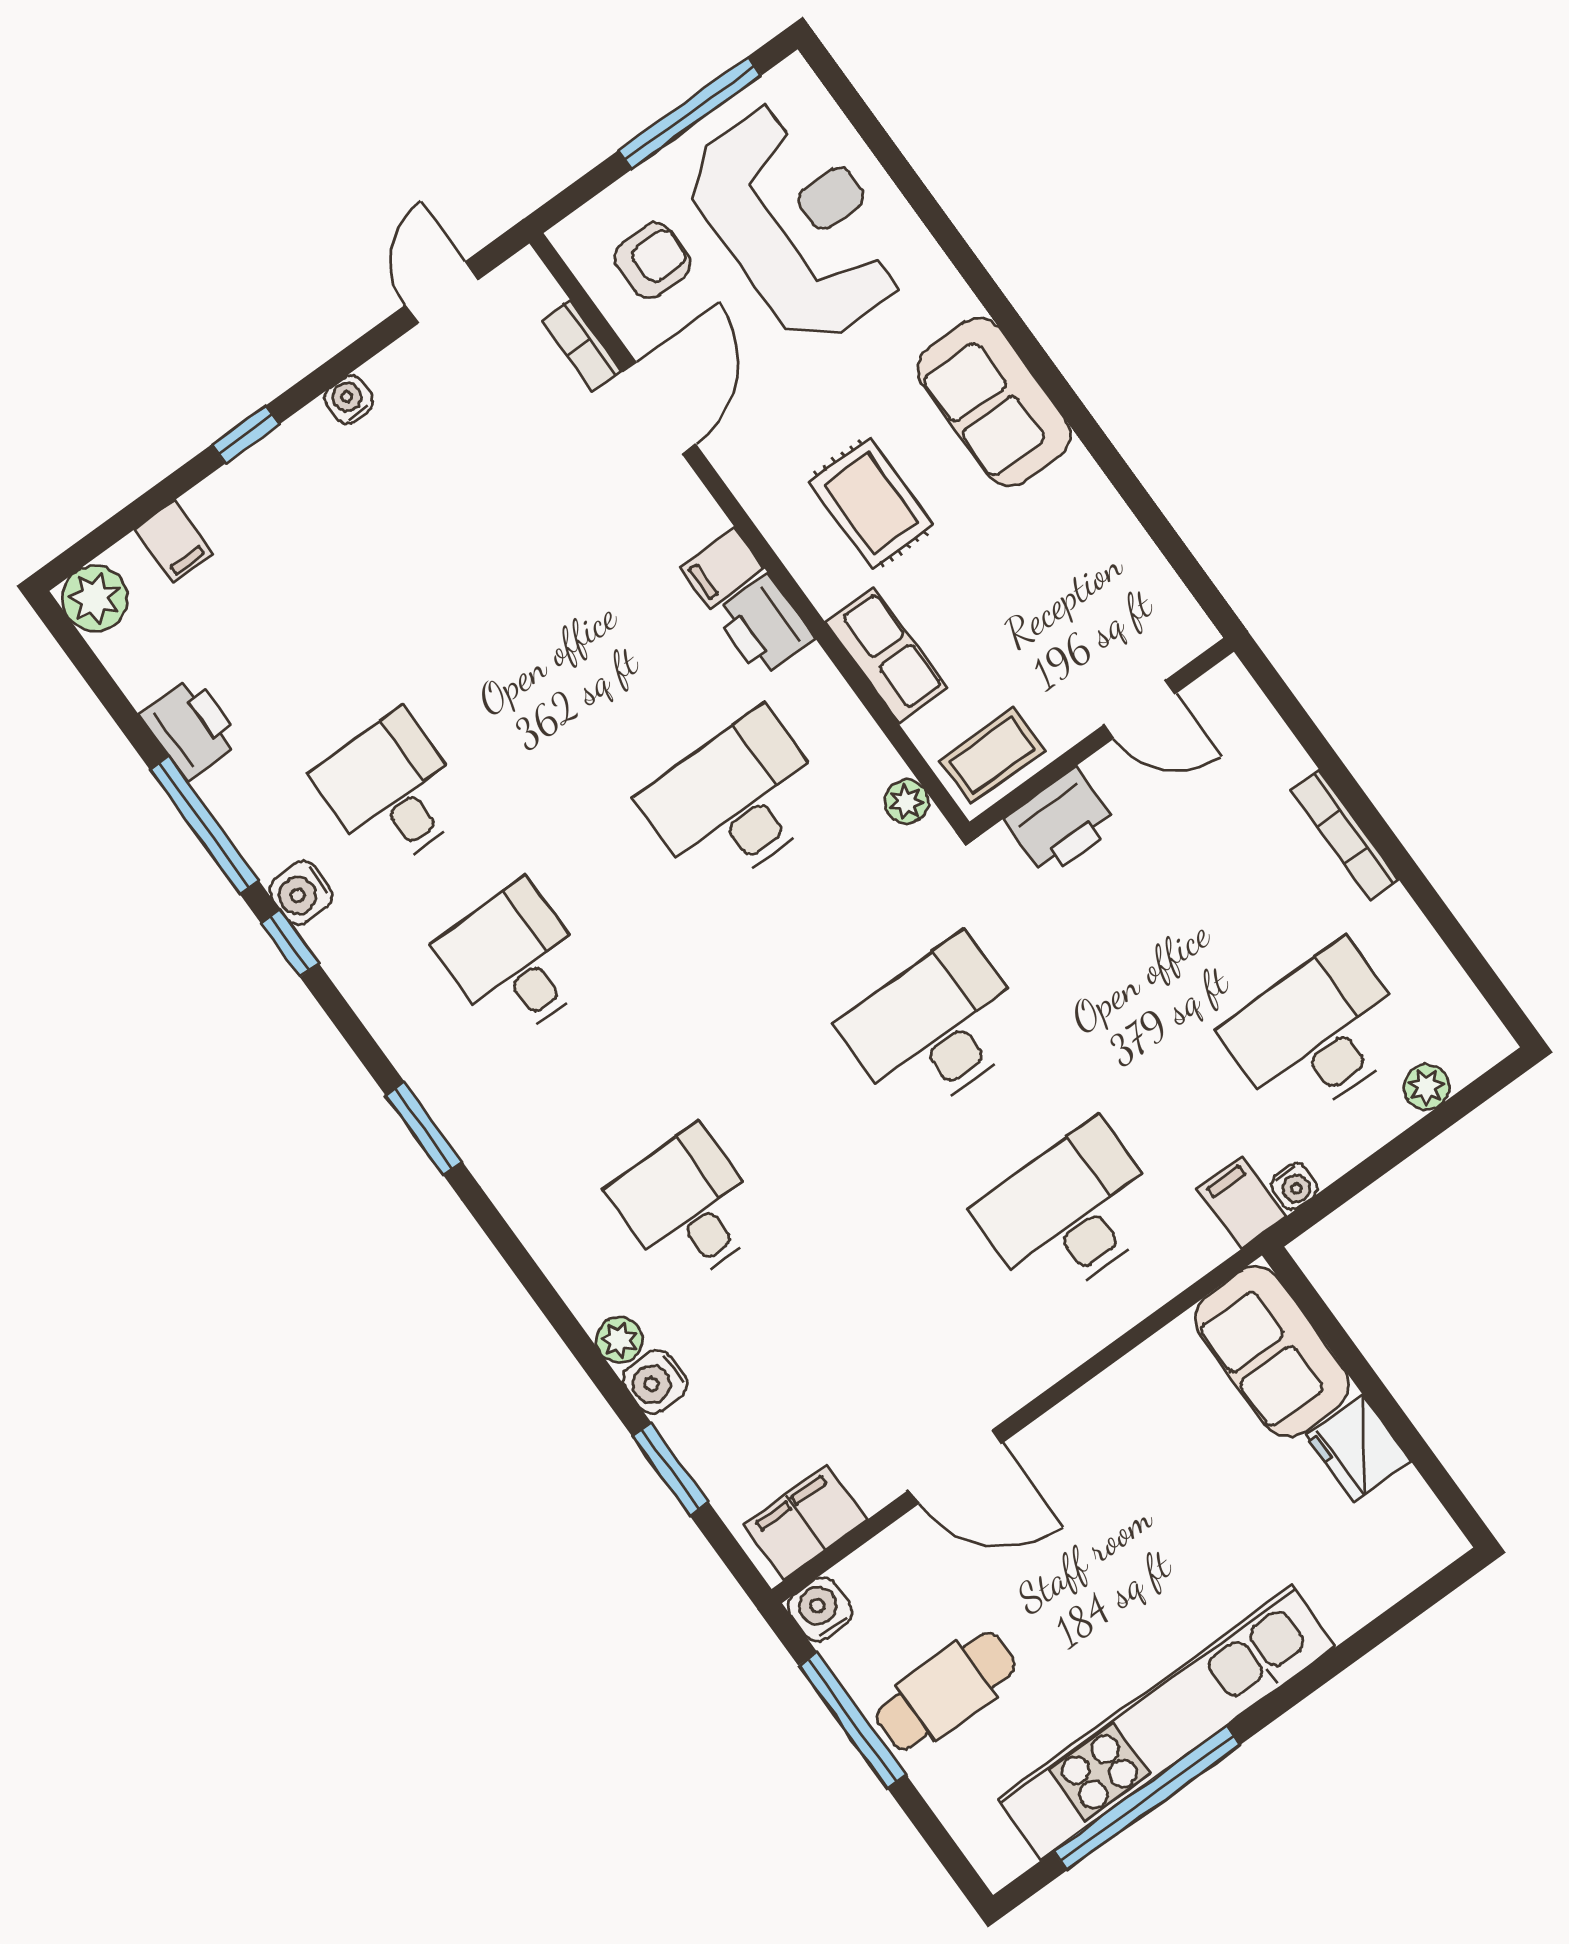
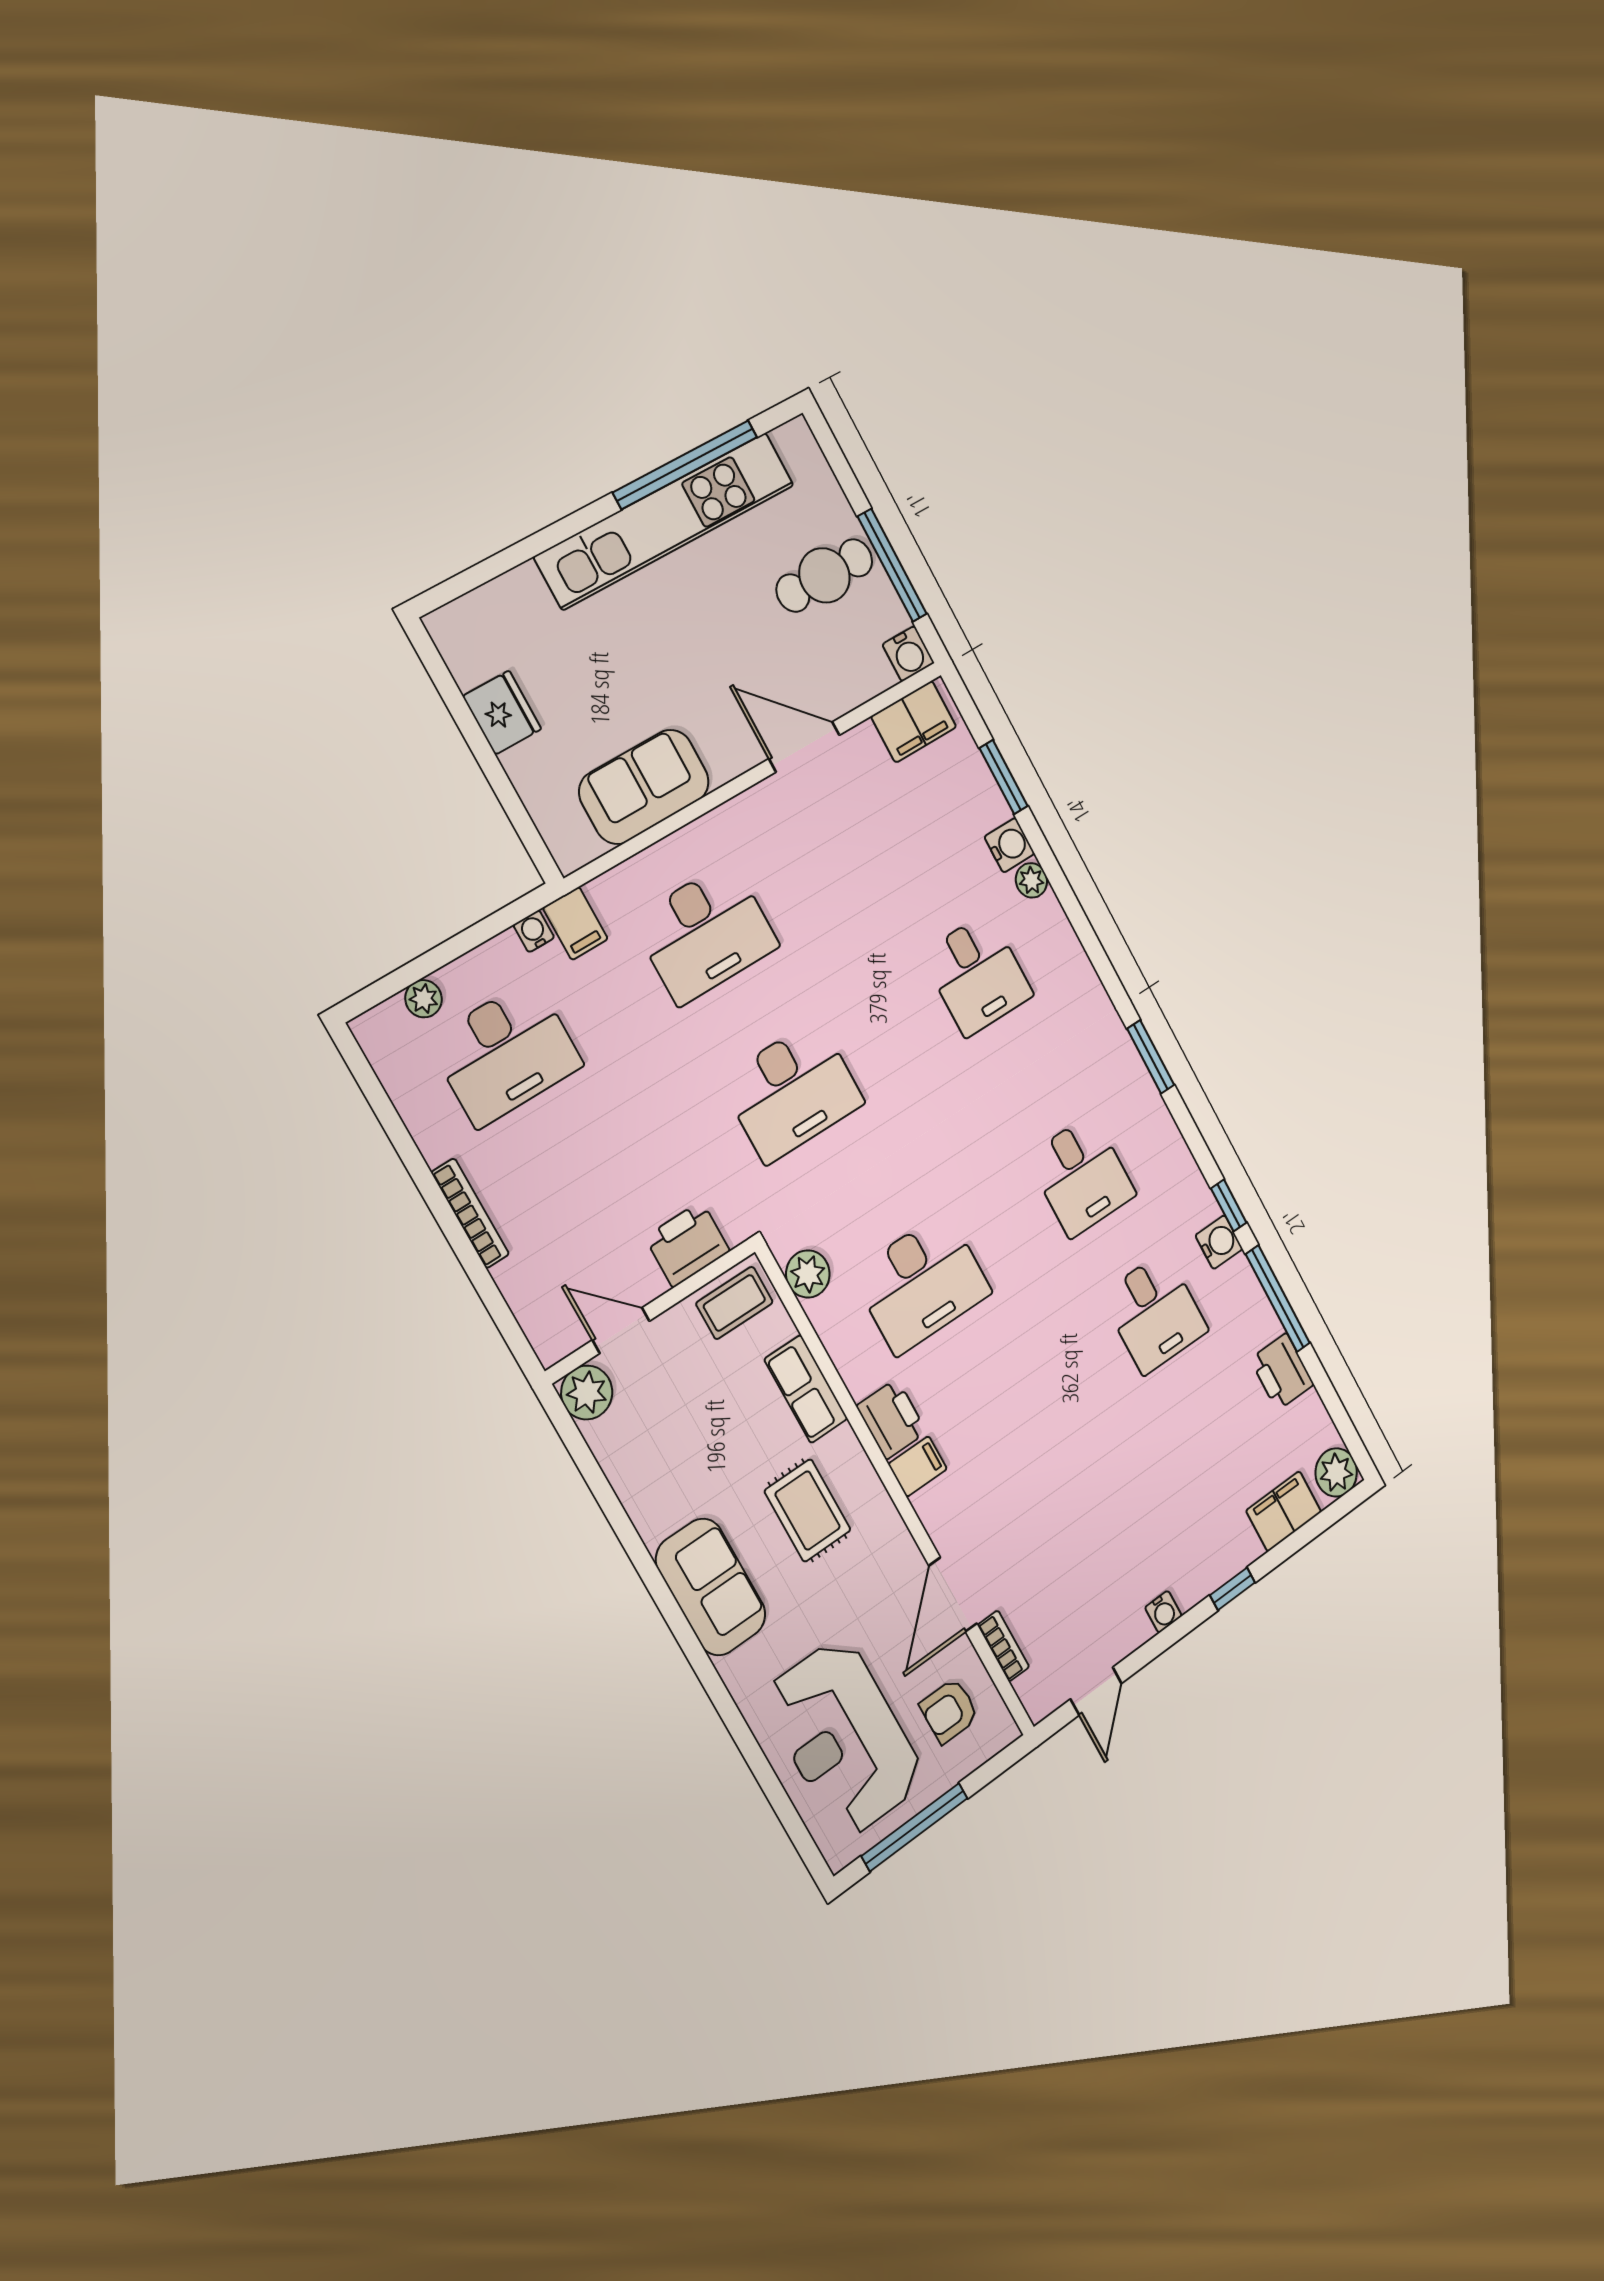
filing cabinet: (174, 541) -> (1284, 1511), width x2.00
plant: (1177, 630) -> (587, 1393), added
plant: (907, 802) -> (808, 1274), width x1.38, depth x1.38
sofa: (1272, 1352) -> (644, 787), moved, turned -90

